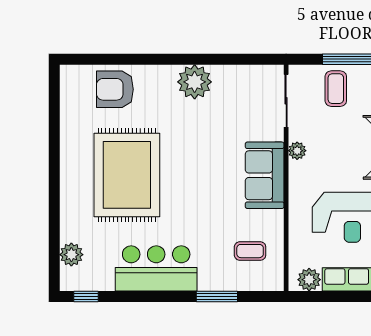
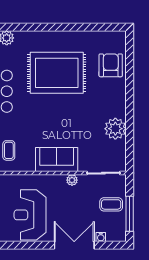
plant: (195, 82) -> (115, 129), moved

